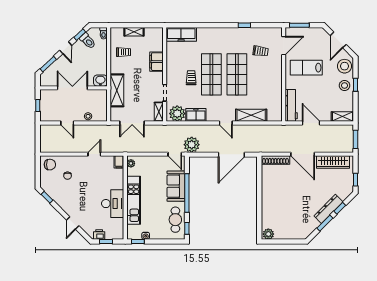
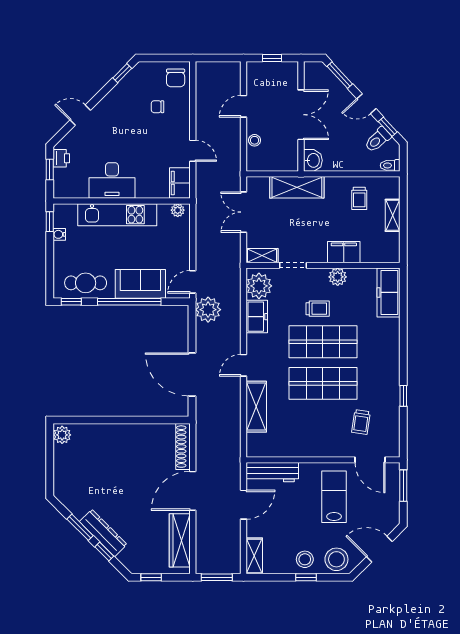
plant: (172, 65) -> (338, 277), added
filing cabinet: (119, 162) -> (180, 183), width x2.00

